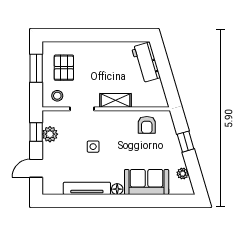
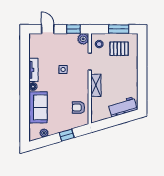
plant: (50, 134) -> (83, 39), moved
tv unit: (87, 188) -> (33, 70), width x0.71

